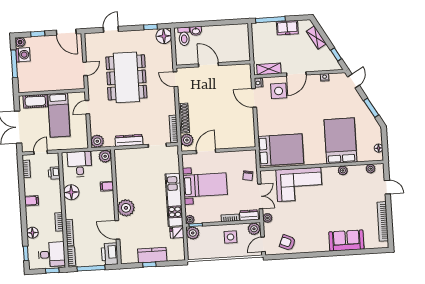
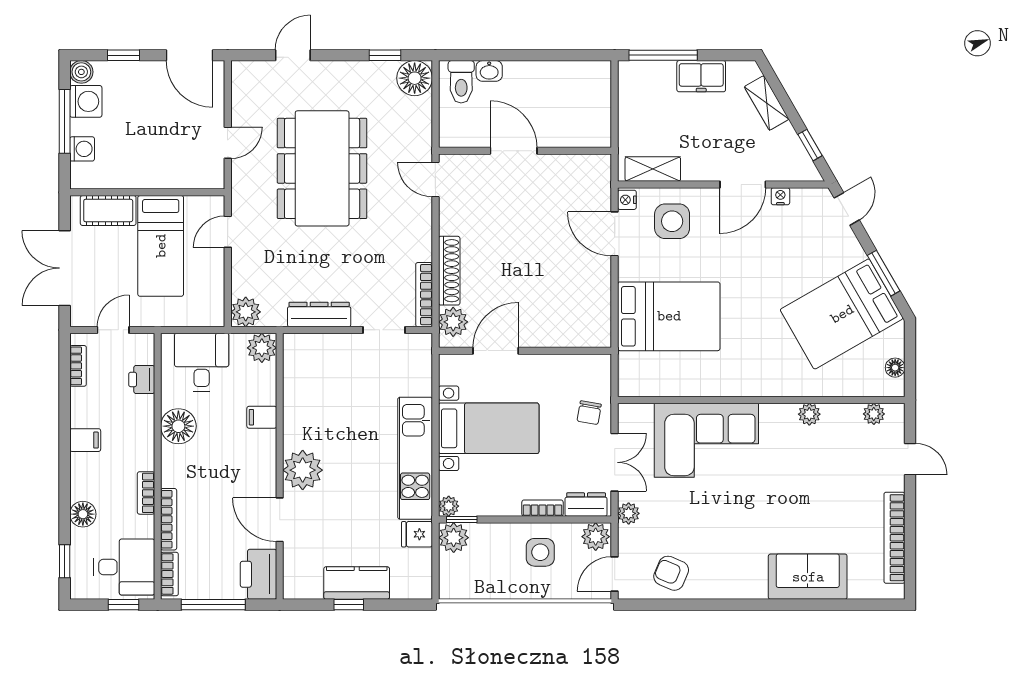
door: (296, 74) -> (743, 185), moved
washing machine: (22, 75) -> (82, 149), added
bed: (340, 141) -> (842, 314), moved, turned -120
bed: (281, 150) -> (669, 316), moved

